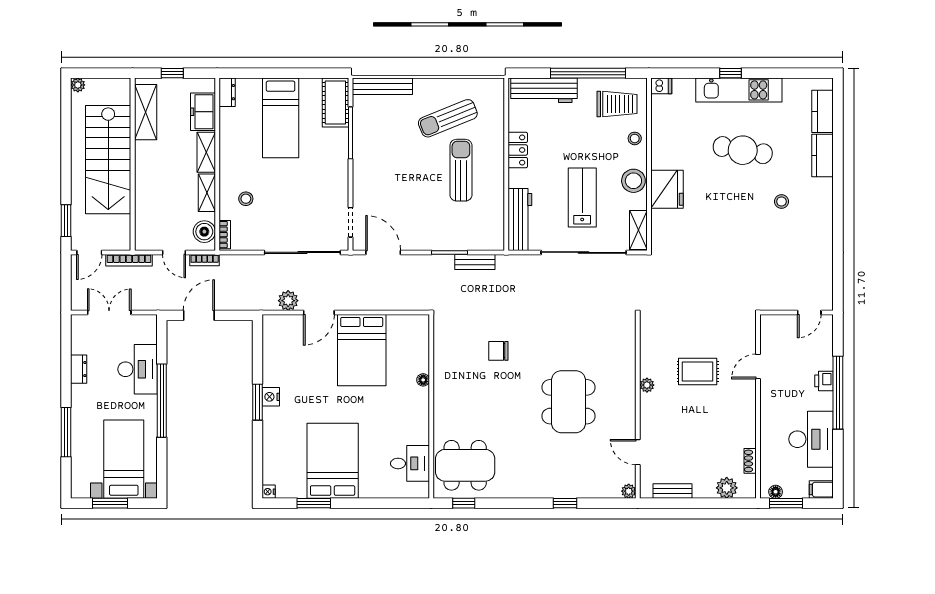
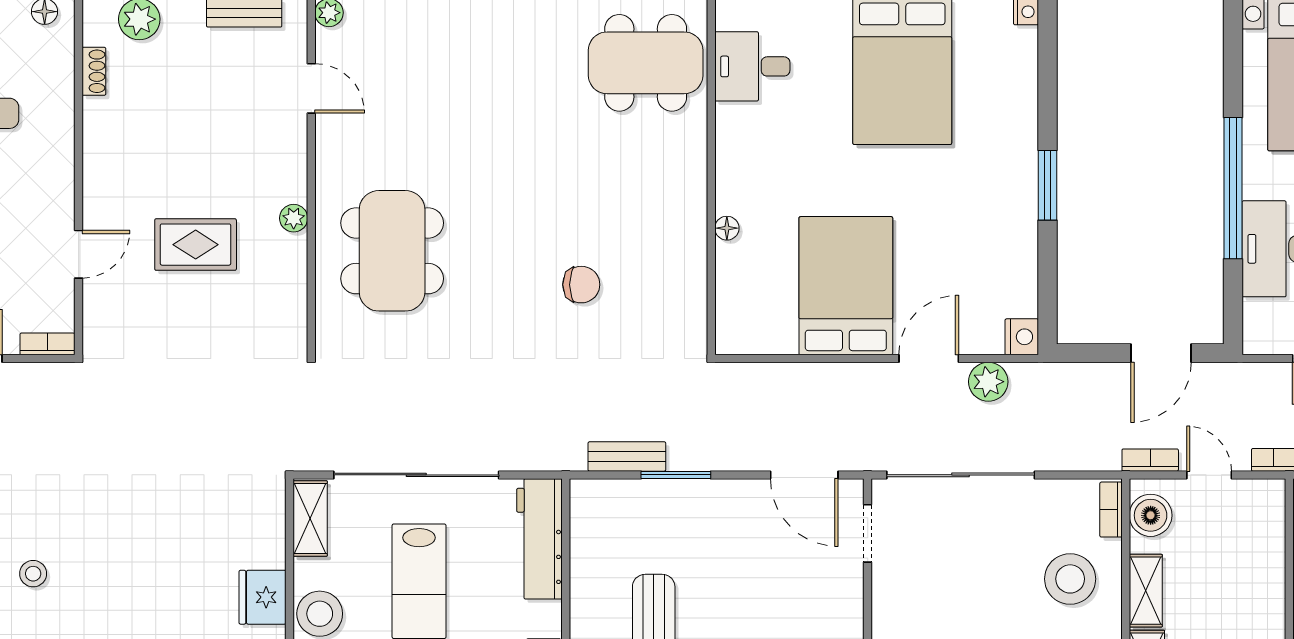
fridge: (667, 189) -> (262, 597), width x0.73, depth x0.75
stool: (246, 199) -> (1070, 579), width x1.89, depth x1.89
bookcase: (774, 320) -> (47, 344), added
nightstand: (271, 397) -> (1022, 337), moved
dining table: (569, 402) -> (392, 251), moved

